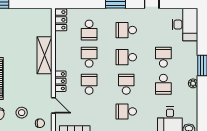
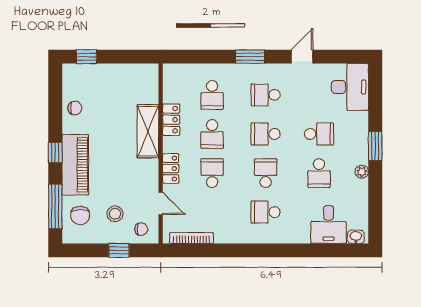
locker: (61, 20) -> (171, 120), moved
school desk: (89, 57) -> (212, 134), turned 180
school desk: (163, 57) -> (319, 134), turned 90

